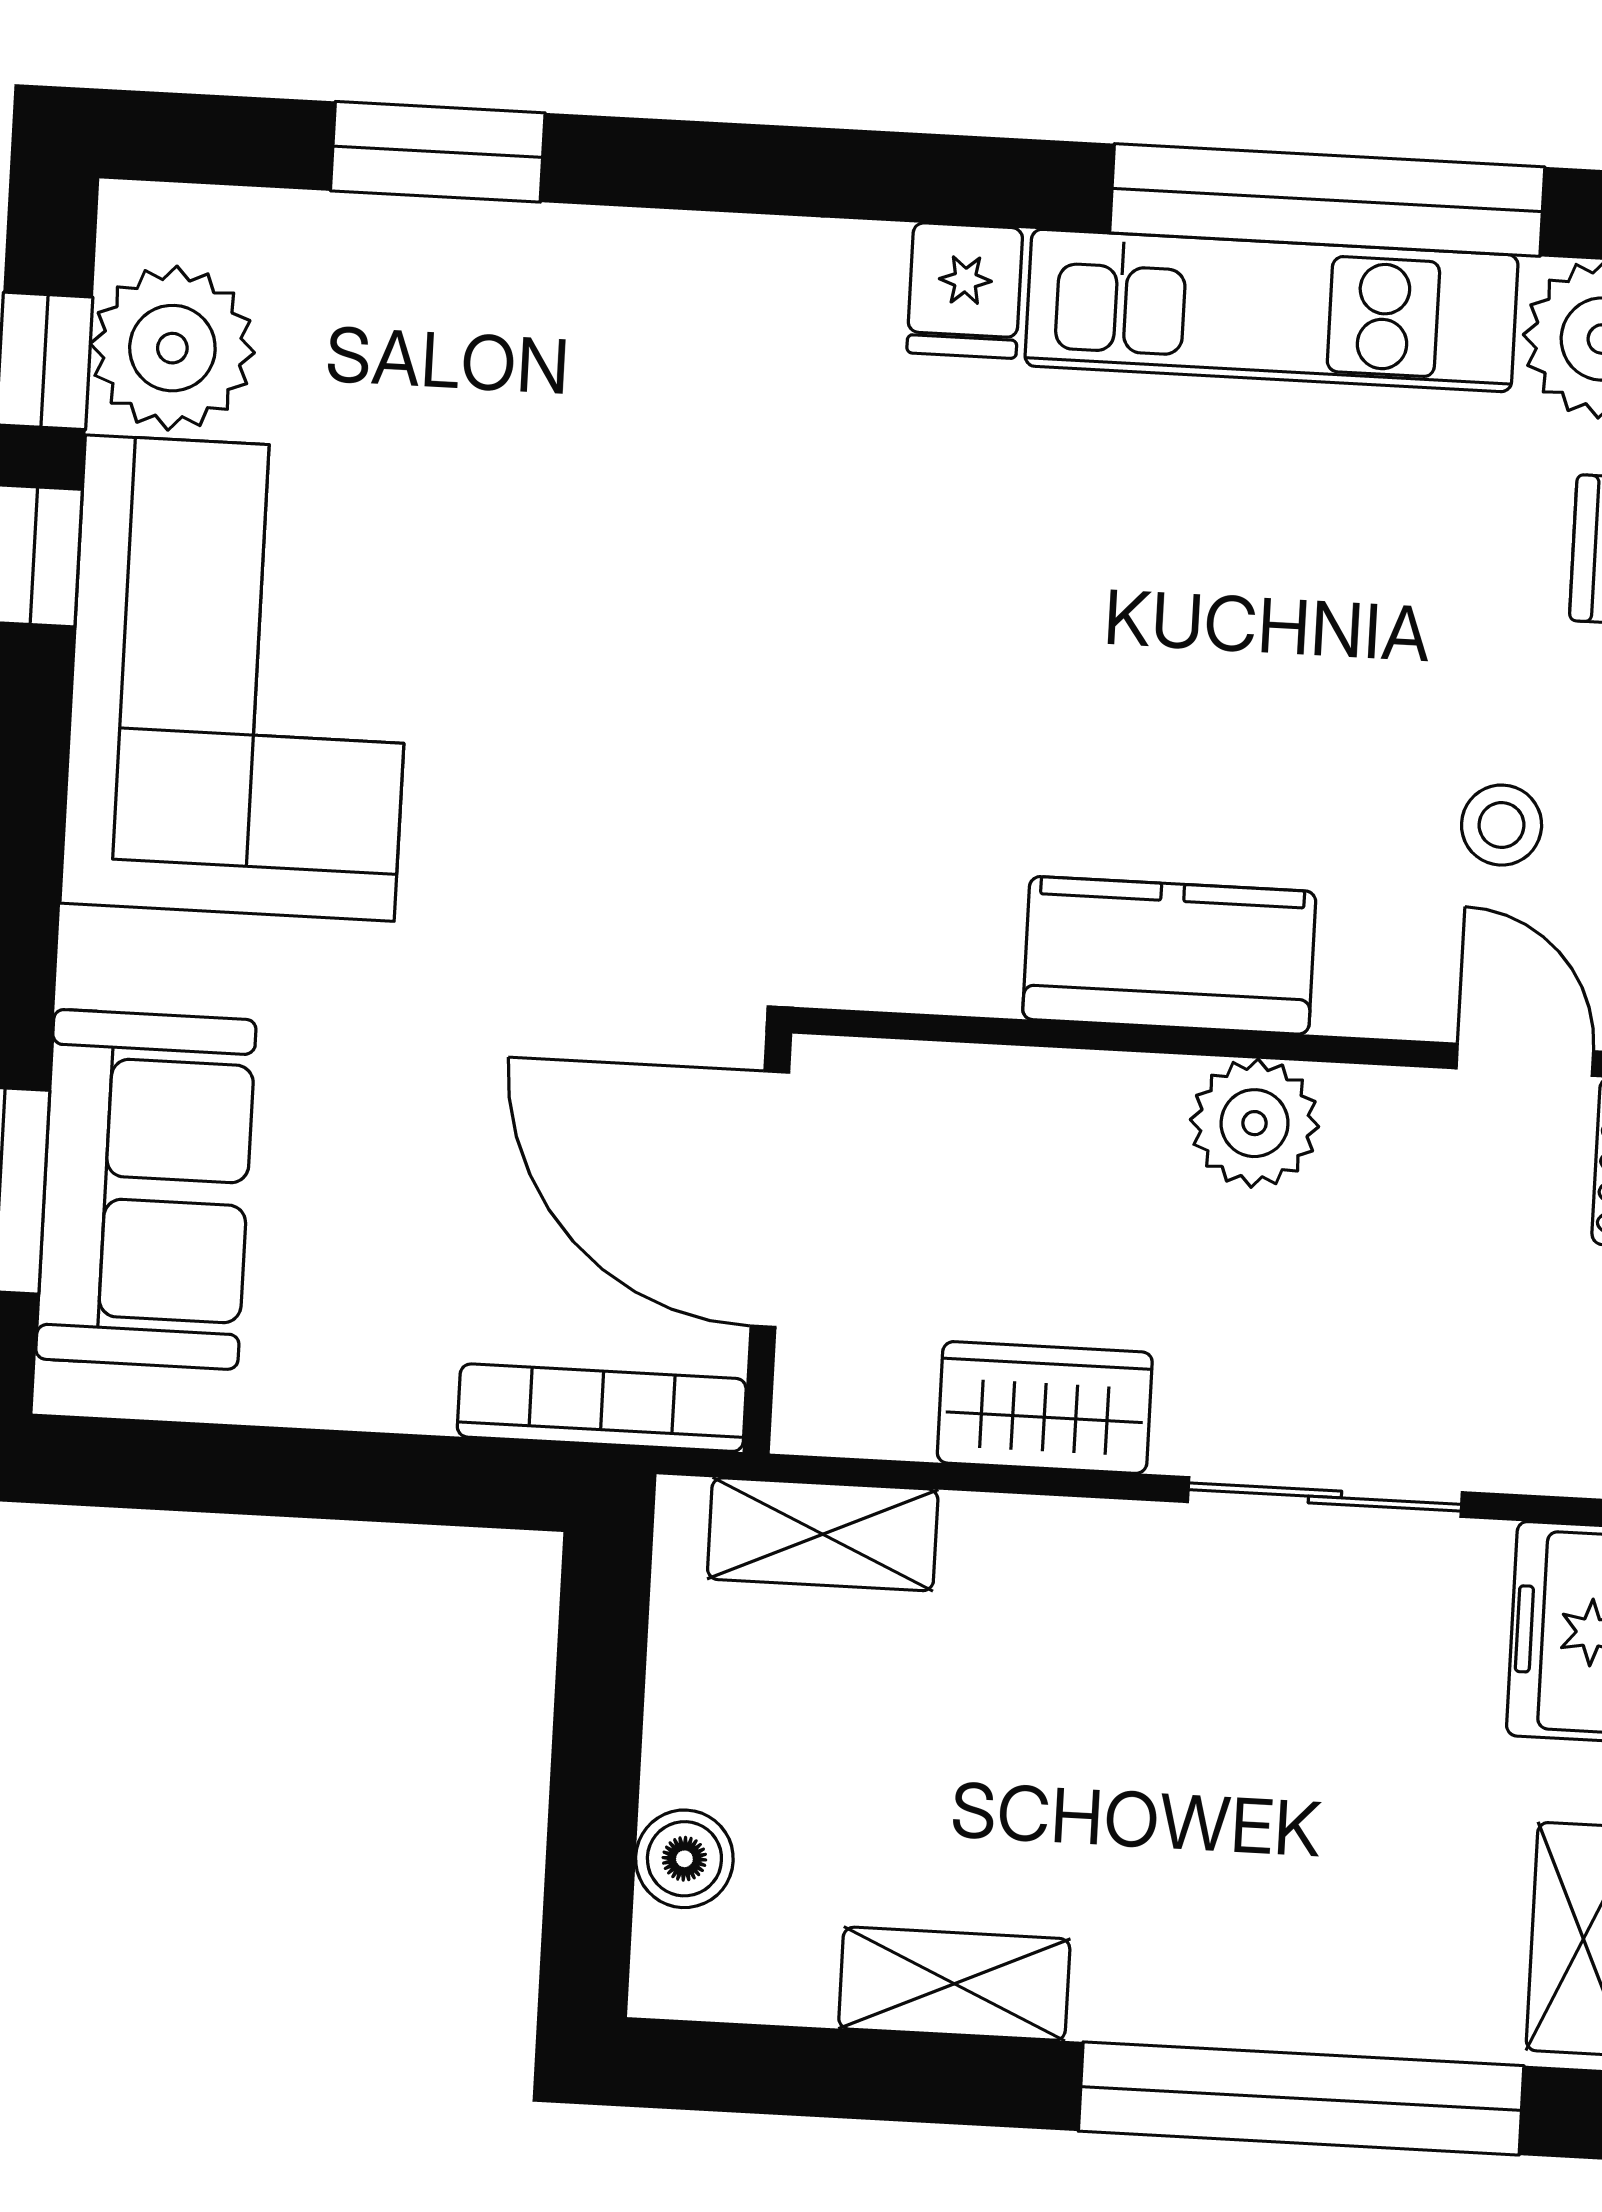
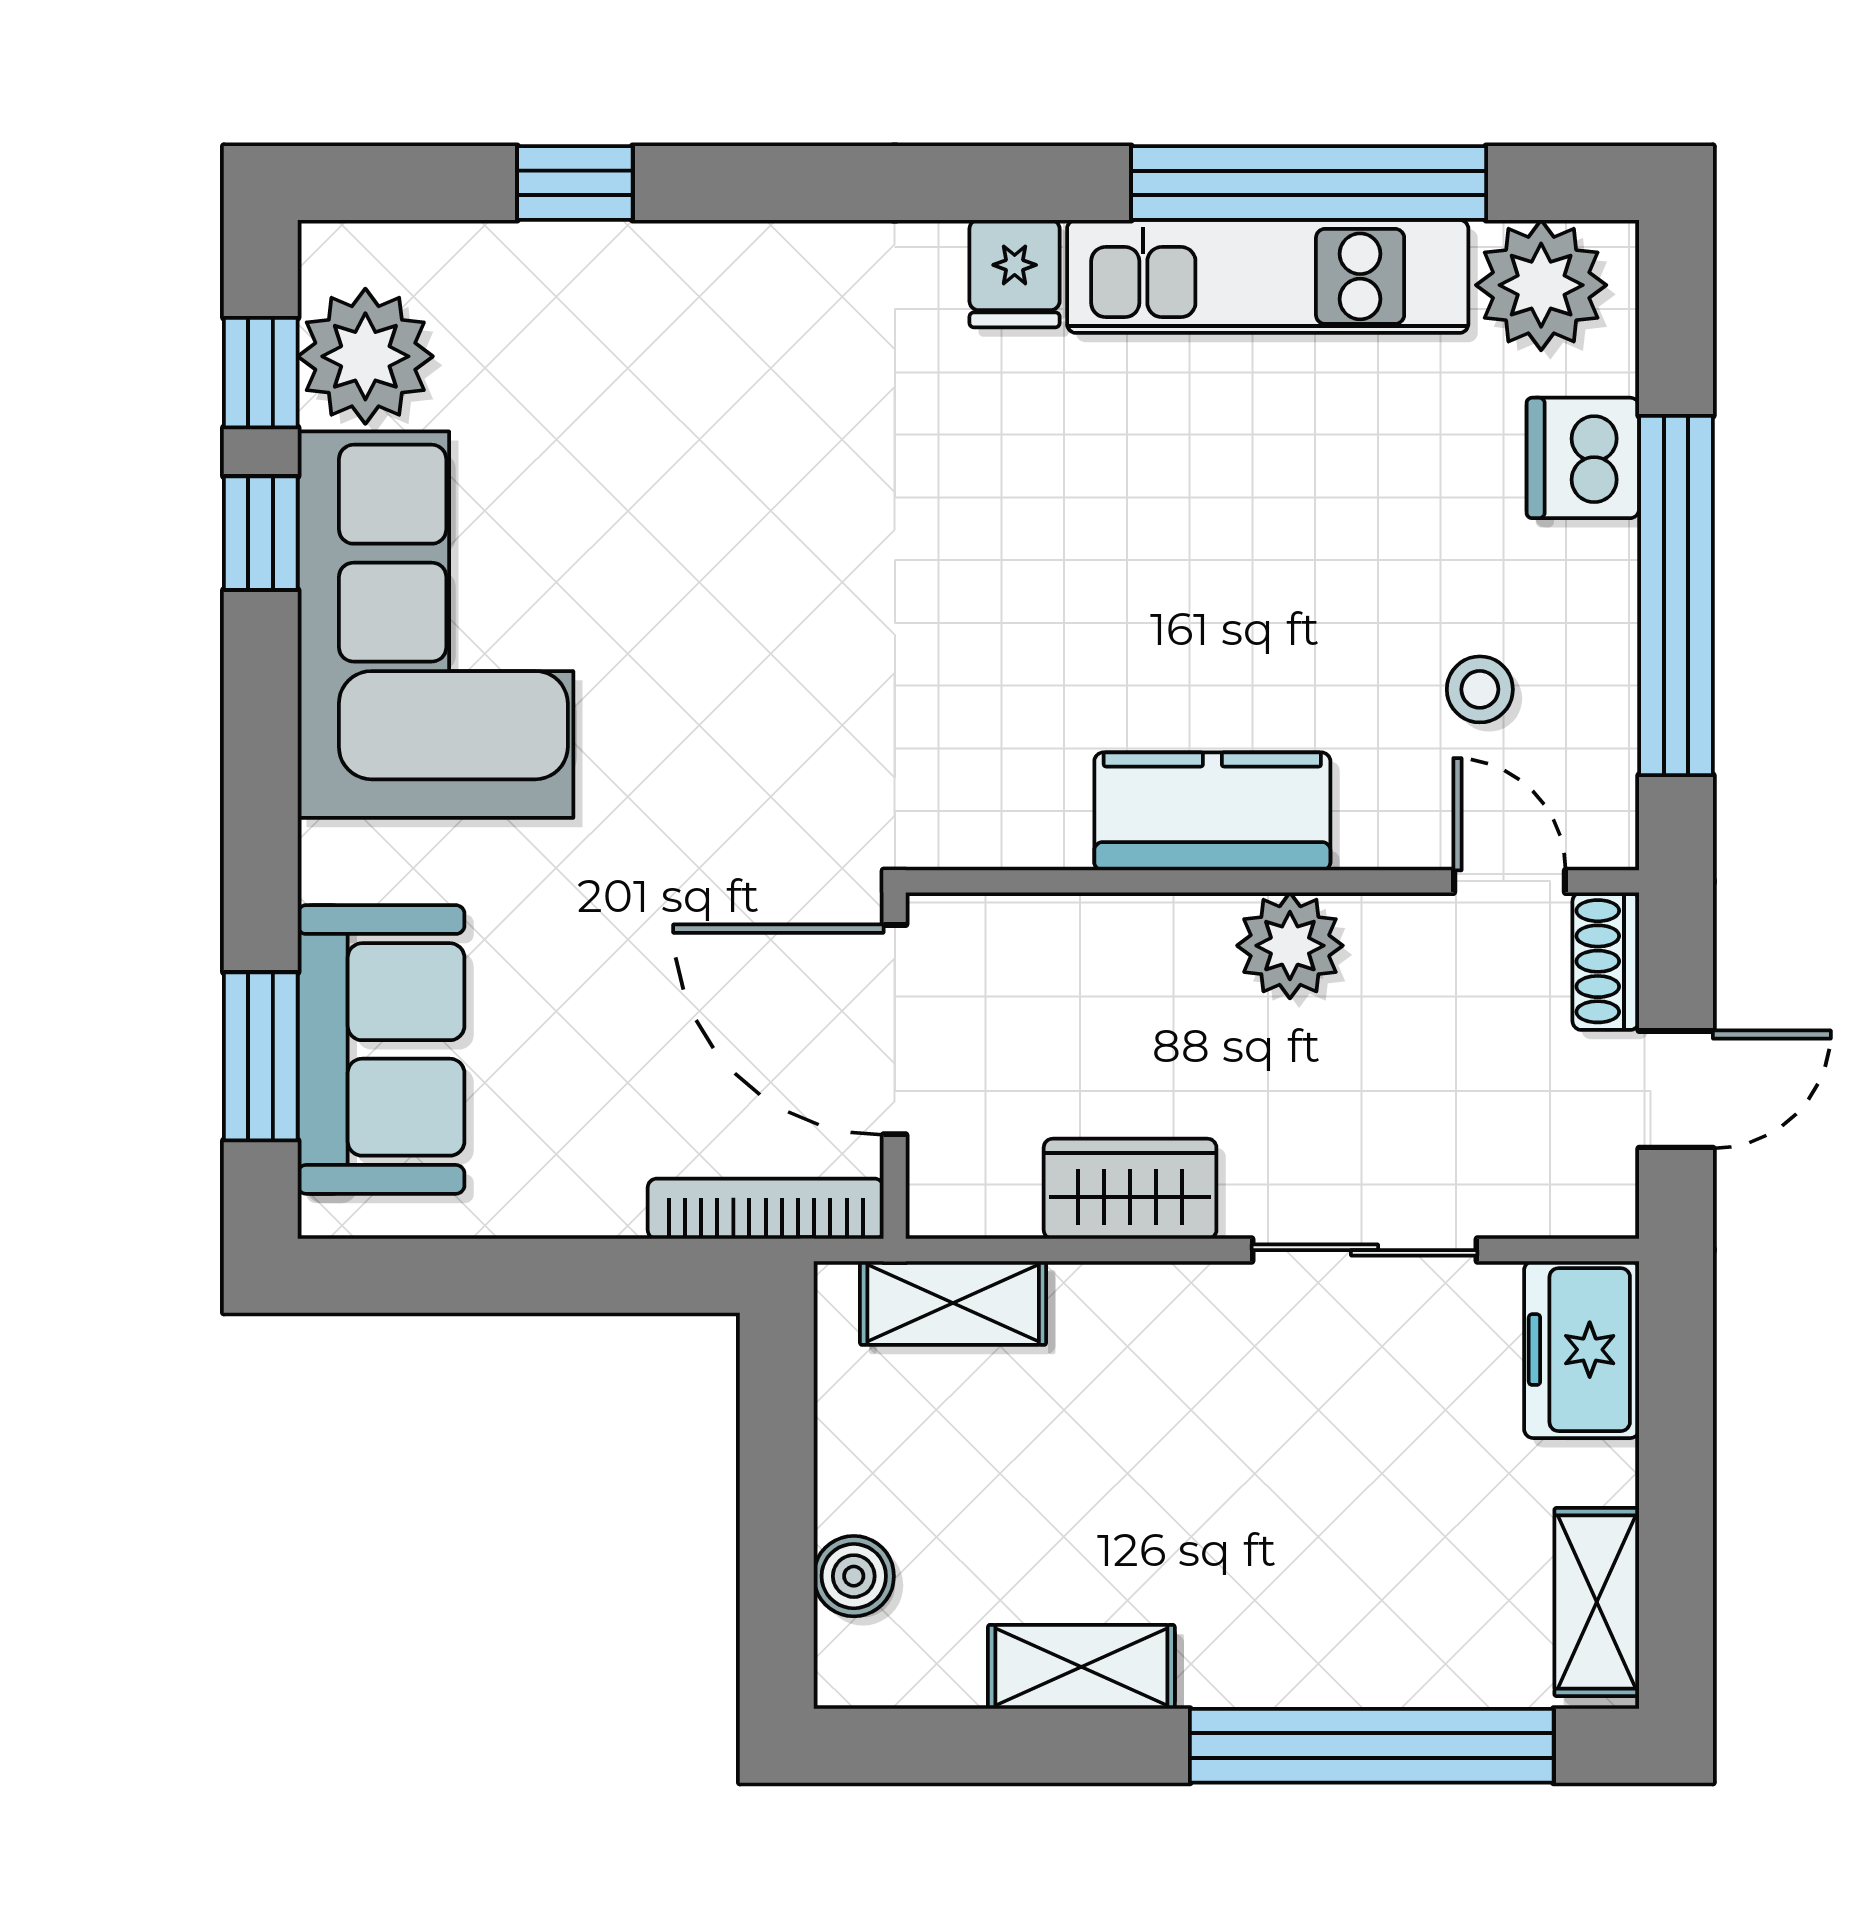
window: (438, 152) -> (575, 183), width x0.67

